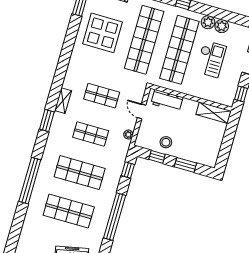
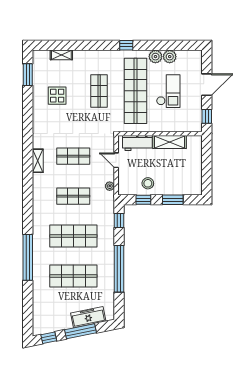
display table: (103, 33) -> (57, 96), width x0.54, depth x0.54
shop shelf: (144, 40) -> (99, 91), width x0.50, depth x0.74
shelving: (63, 101) -> (38, 161), moved
shelving: (214, 113) -> (170, 142), moved
window: (47, 120) -> (28, 195), removed

